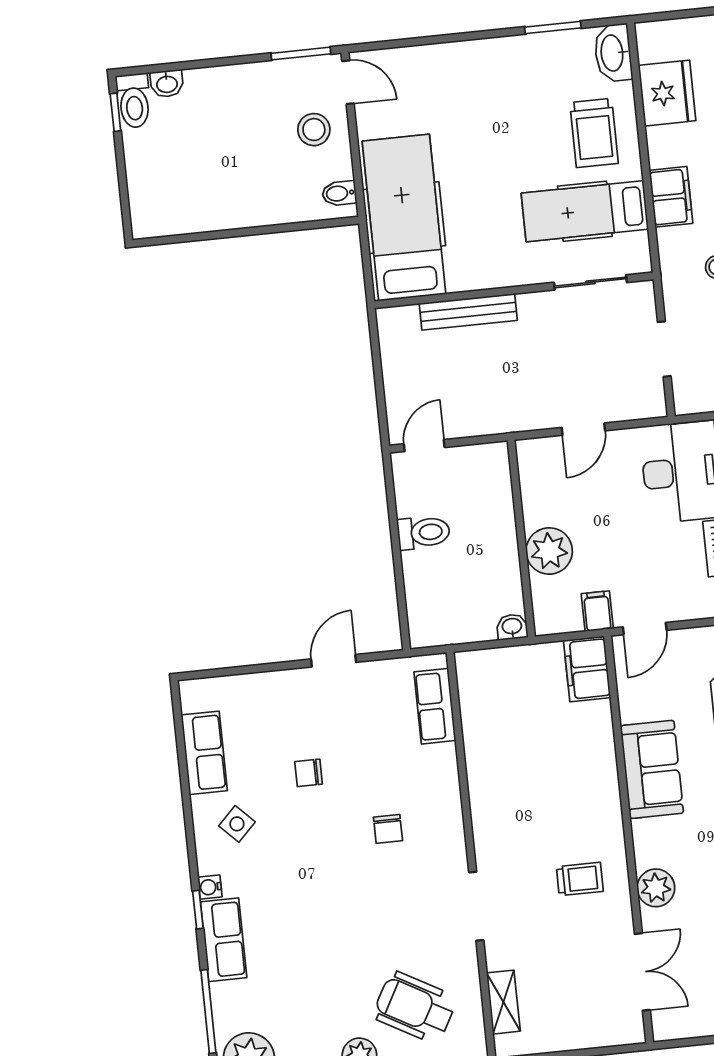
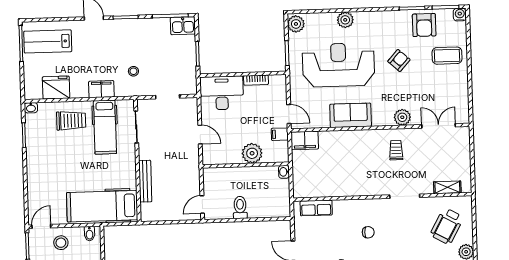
washbasin: (613, 53) -> (31, 108), width x0.52, depth x0.69
door: (424, 446) -> (202, 204), hinge flipped

